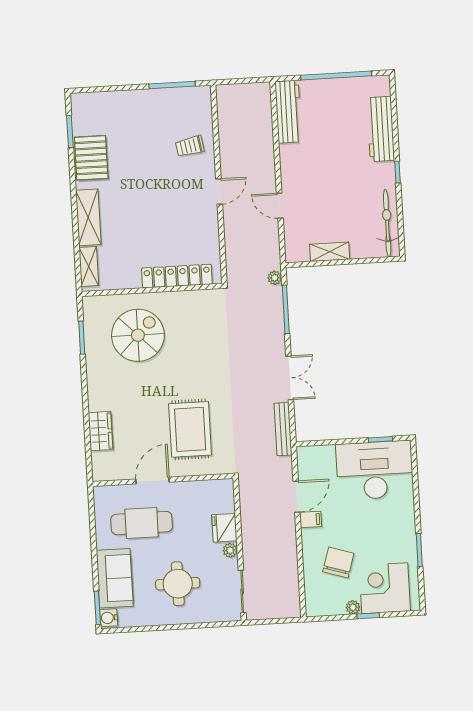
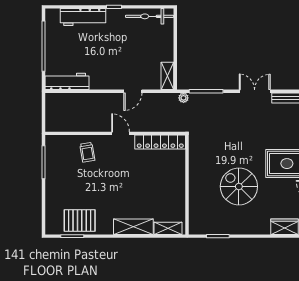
pallet: (91, 158) -> (80, 220), moved
shelving: (330, 252) -> (167, 76), moved
locker: (177, 276) -> (160, 142), moved, turned -90
spiral stairs: (138, 335) -> (239, 186), moved

